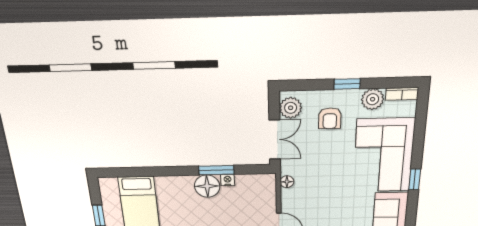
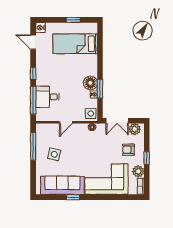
window: (415, 179) -> (73, 197), moved
side table: (262, 184) -> (91, 114), added

